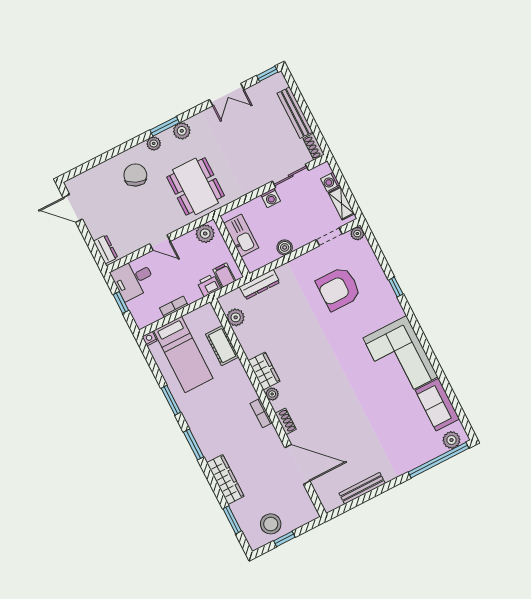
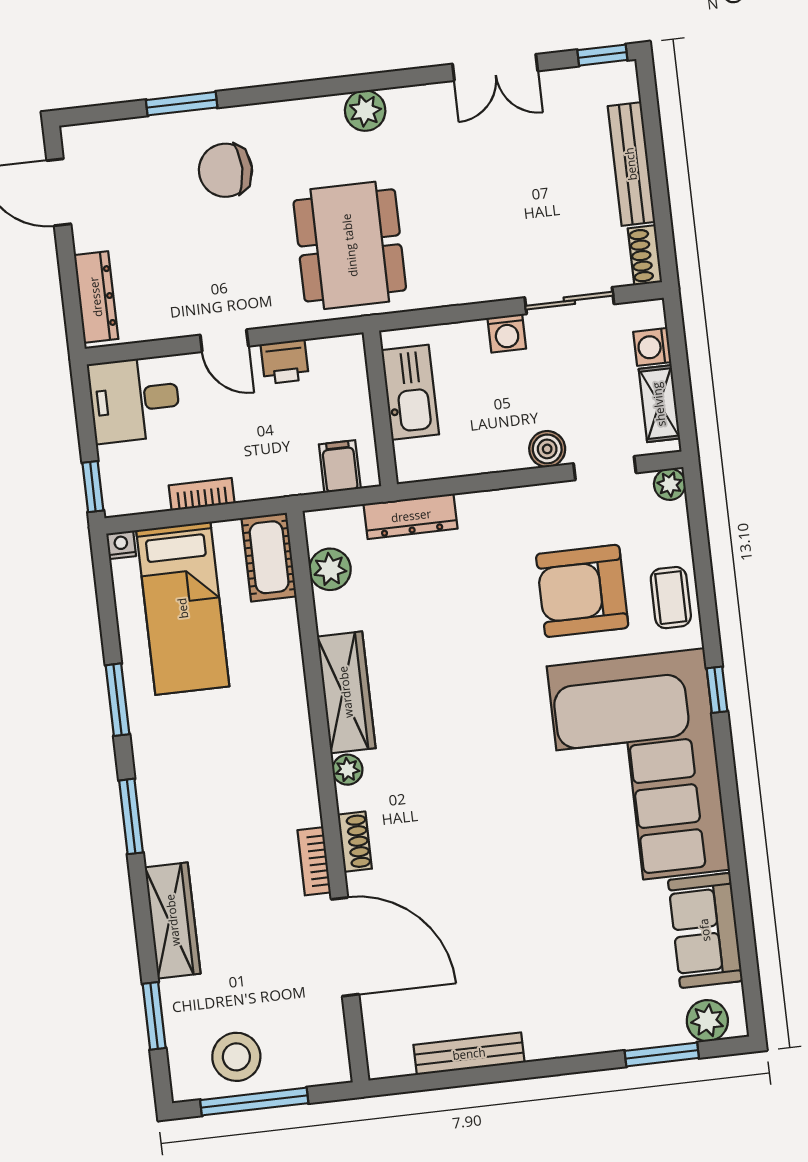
window: (165, 126) -> (182, 104), moved
plant: (154, 143) -> (292, 115), removed
chair: (135, 175) -> (225, 170), turned -113
plant: (205, 234) -> (332, 358), removed
boiler: (285, 247) -> (547, 449), moved
dresser: (106, 249) -> (96, 297), width x1.44
coffee table: (375, 278) -> (671, 598), added
printer: (209, 285) -> (285, 362), moved, turned 180
window: (396, 287) -> (717, 690), moved
window: (121, 303) -> (93, 487), moved
cot: (222, 346) -> (269, 557), moved
corner sofa: (400, 357) -> (638, 768), width x1.36, depth x1.36
wardrobe: (264, 371) -> (346, 692), width x1.50
bookcase: (261, 413) -> (314, 861), moved
window: (438, 460) -> (662, 1054), width x0.47
window: (284, 539) -> (254, 1102), width x2.17

